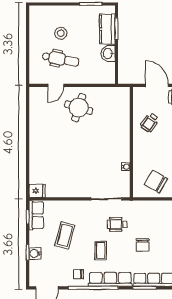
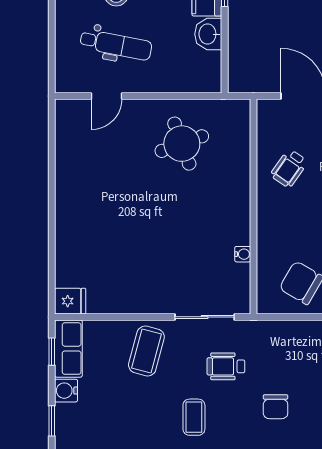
round table: (79, 108) -> (182, 144), moved, turned -37
coffee table: (65, 235) -> (146, 351), moved
water cooler: (35, 253) -> (66, 391), moved

